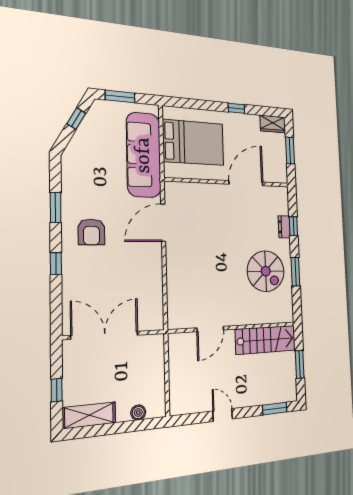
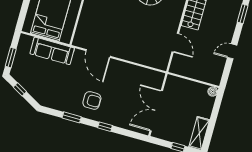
sofa: (144, 155) -> (52, 51), width x0.74, depth x0.79
boiler: (138, 412) -> (213, 92), moved

